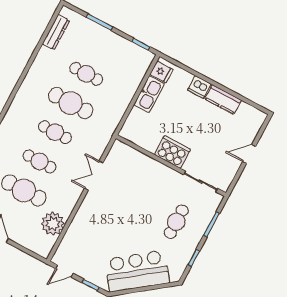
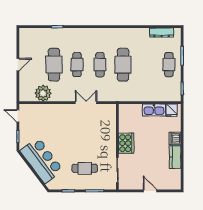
cafe table: (86, 74) -> (169, 65), moved

